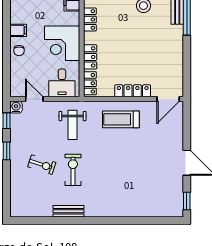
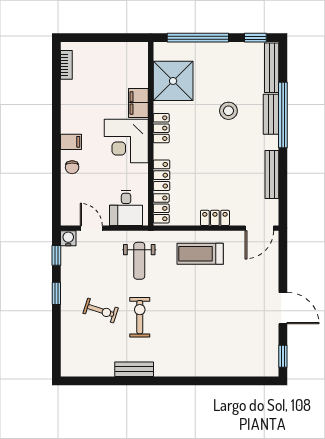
corner desk: (62, 43) -> (126, 141), moved
bench: (178, 56) -> (272, 175), added
locker: (133, 91) -> (215, 218), width x0.66

